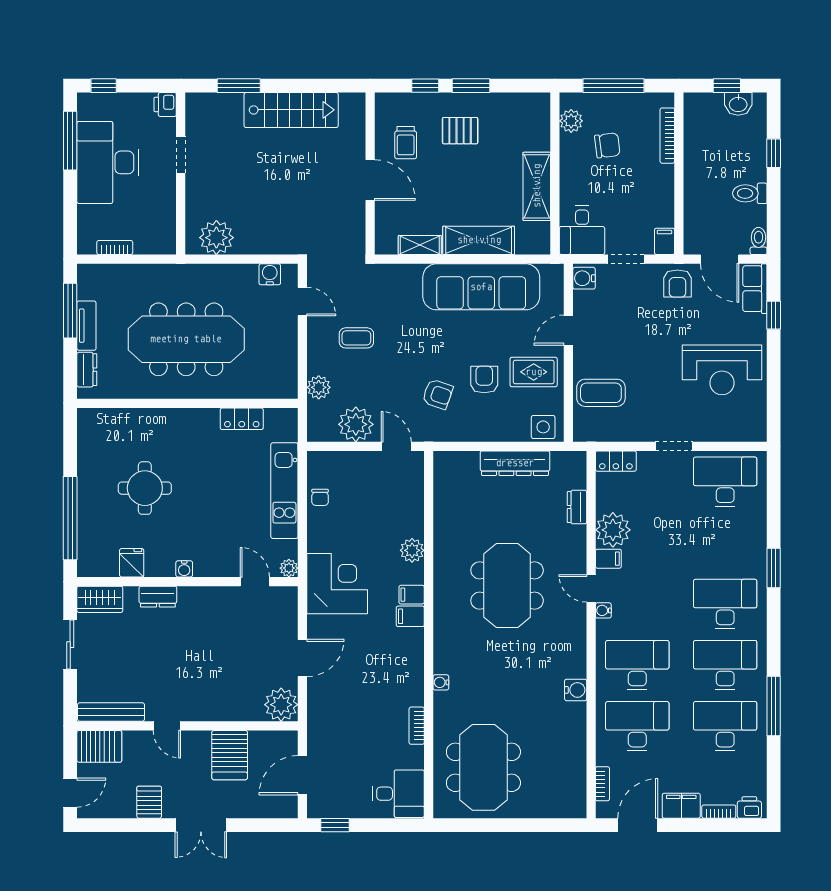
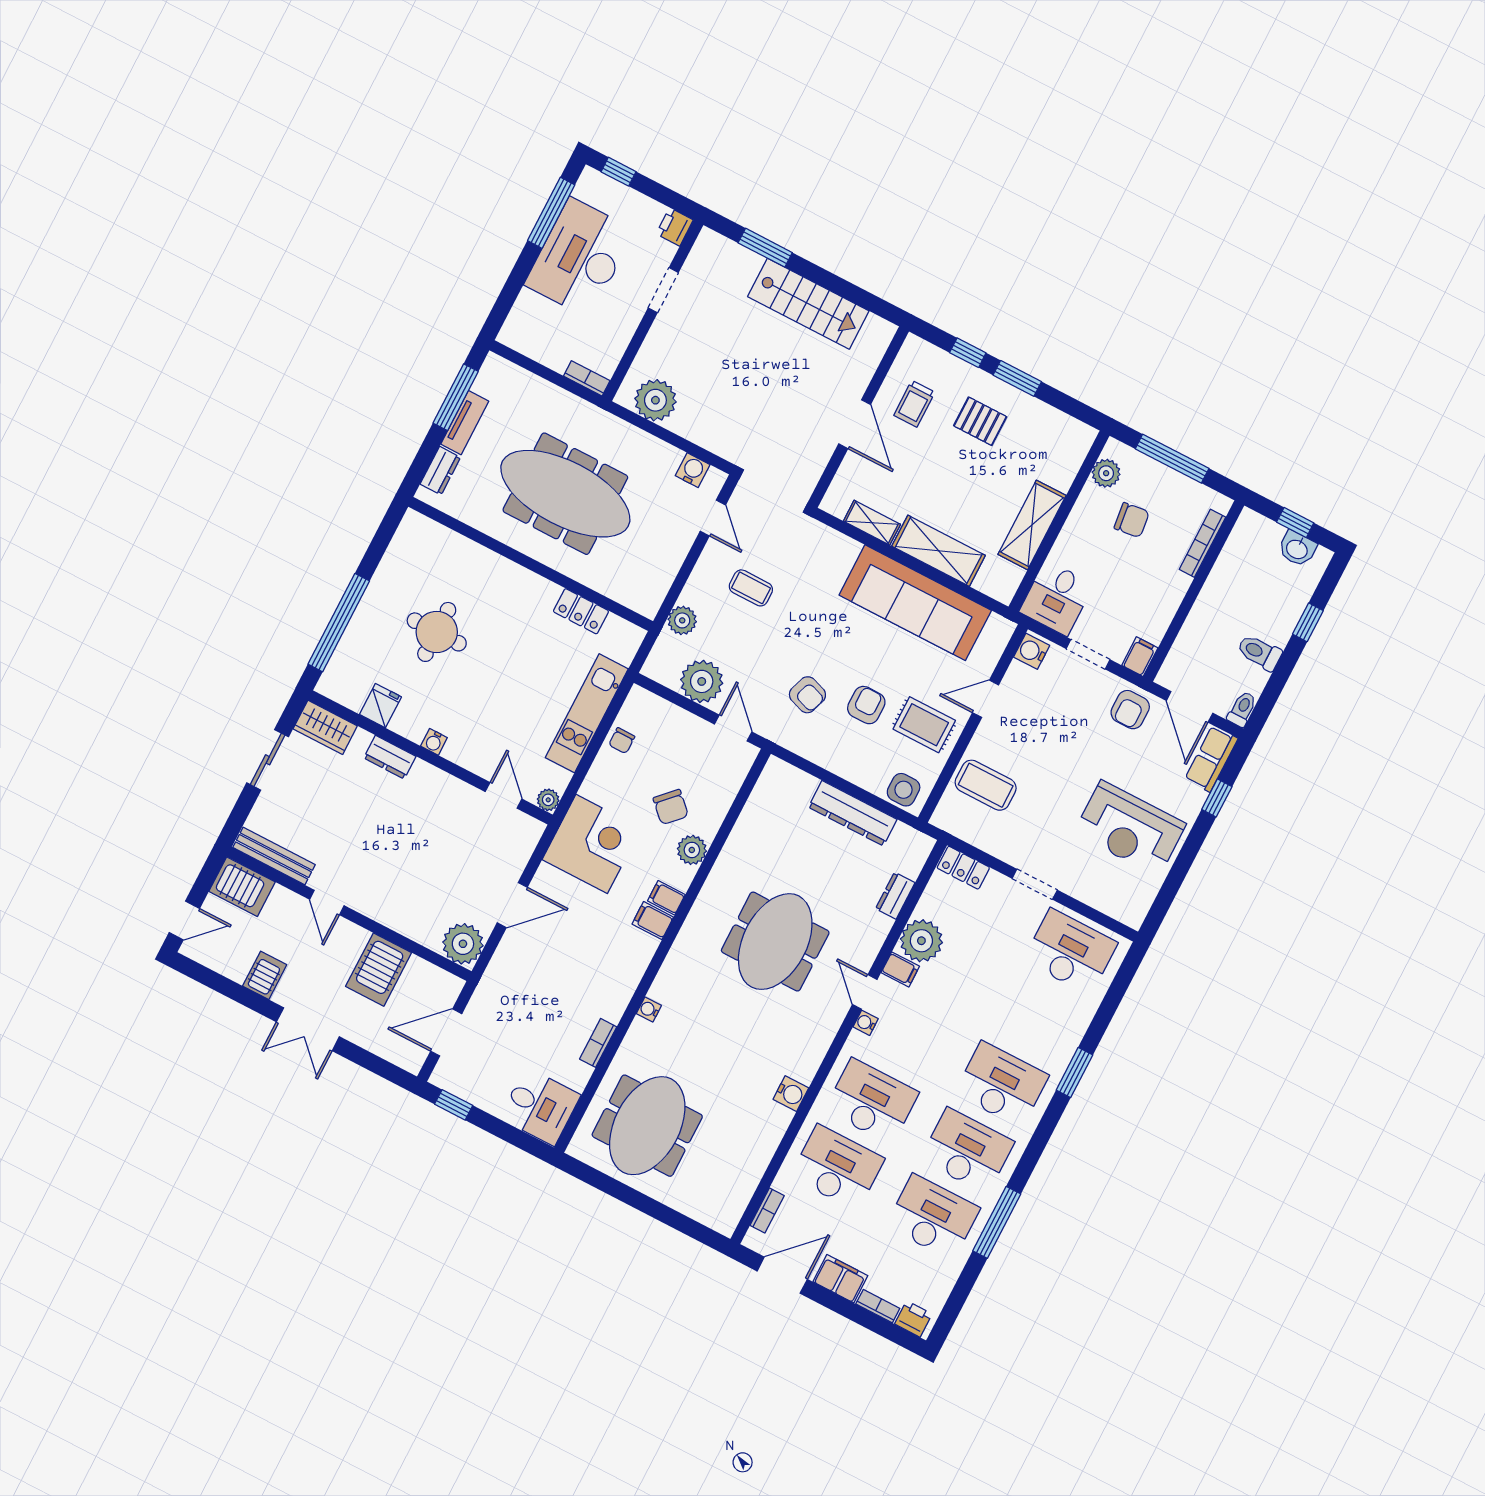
bookcase: (115, 248) -> (587, 378), moved
chair: (381, 527) -> (671, 807), added

